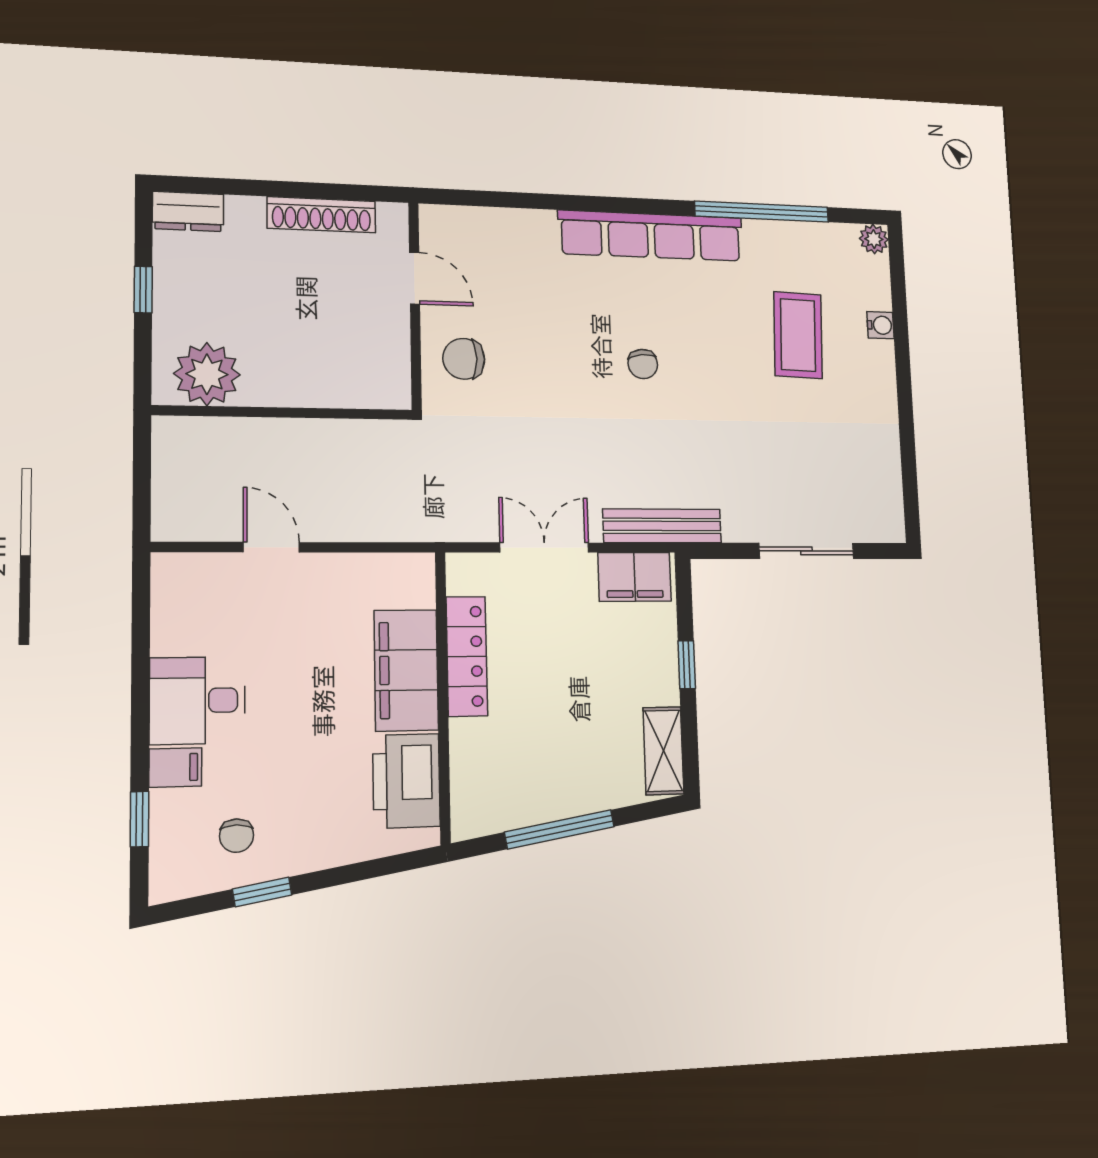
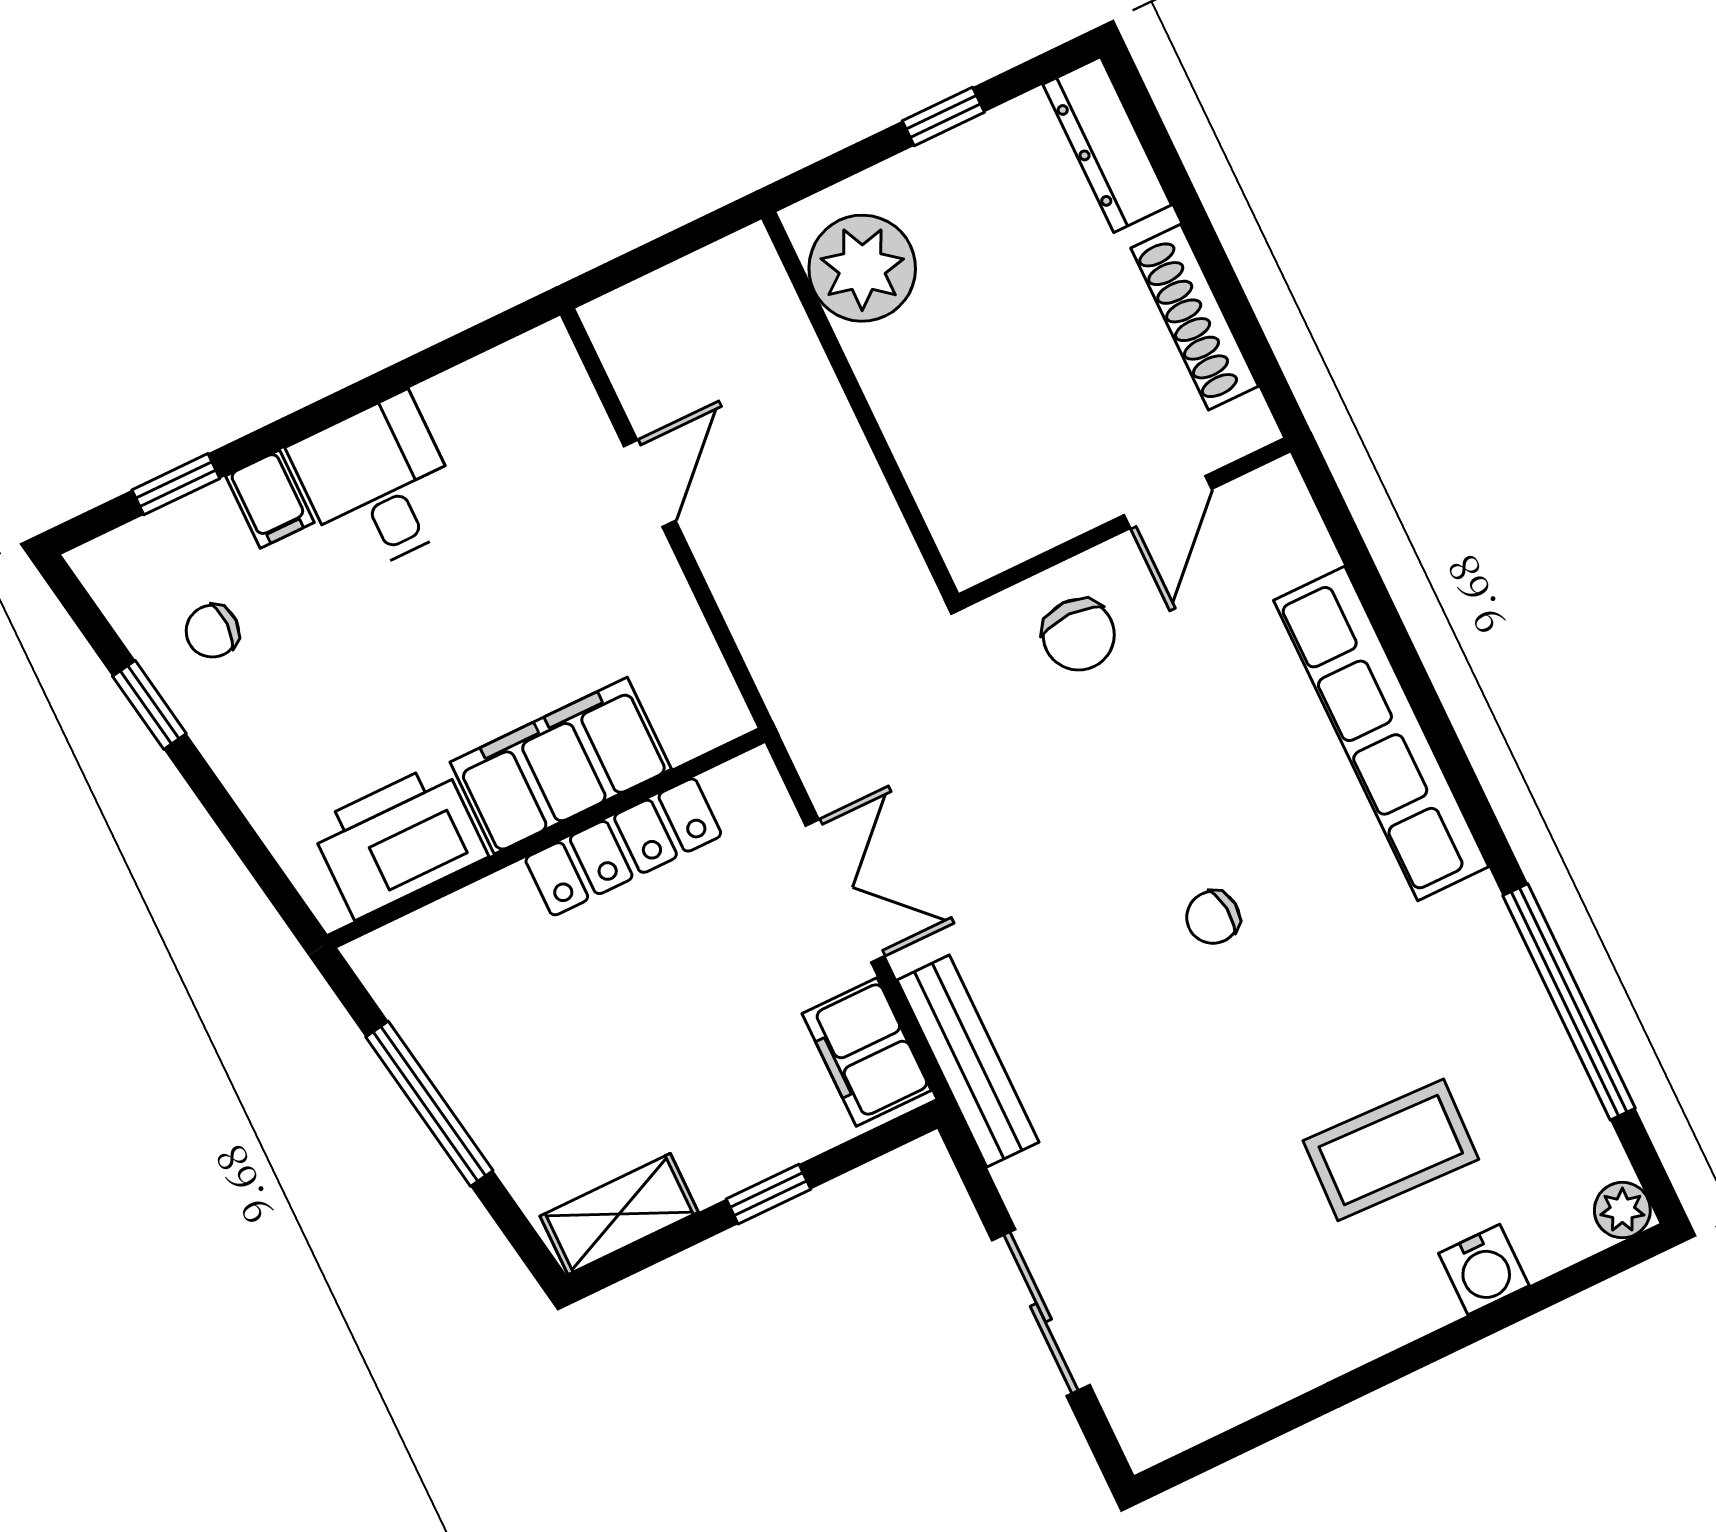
dresser: (188, 211) -> (1107, 145), width x1.44
row of seats: (651, 236) -> (1381, 734), moved
water cooler: (880, 325) -> (1484, 1269), width x1.38, depth x1.38
chair: (464, 359) -> (1079, 635), turned 180

